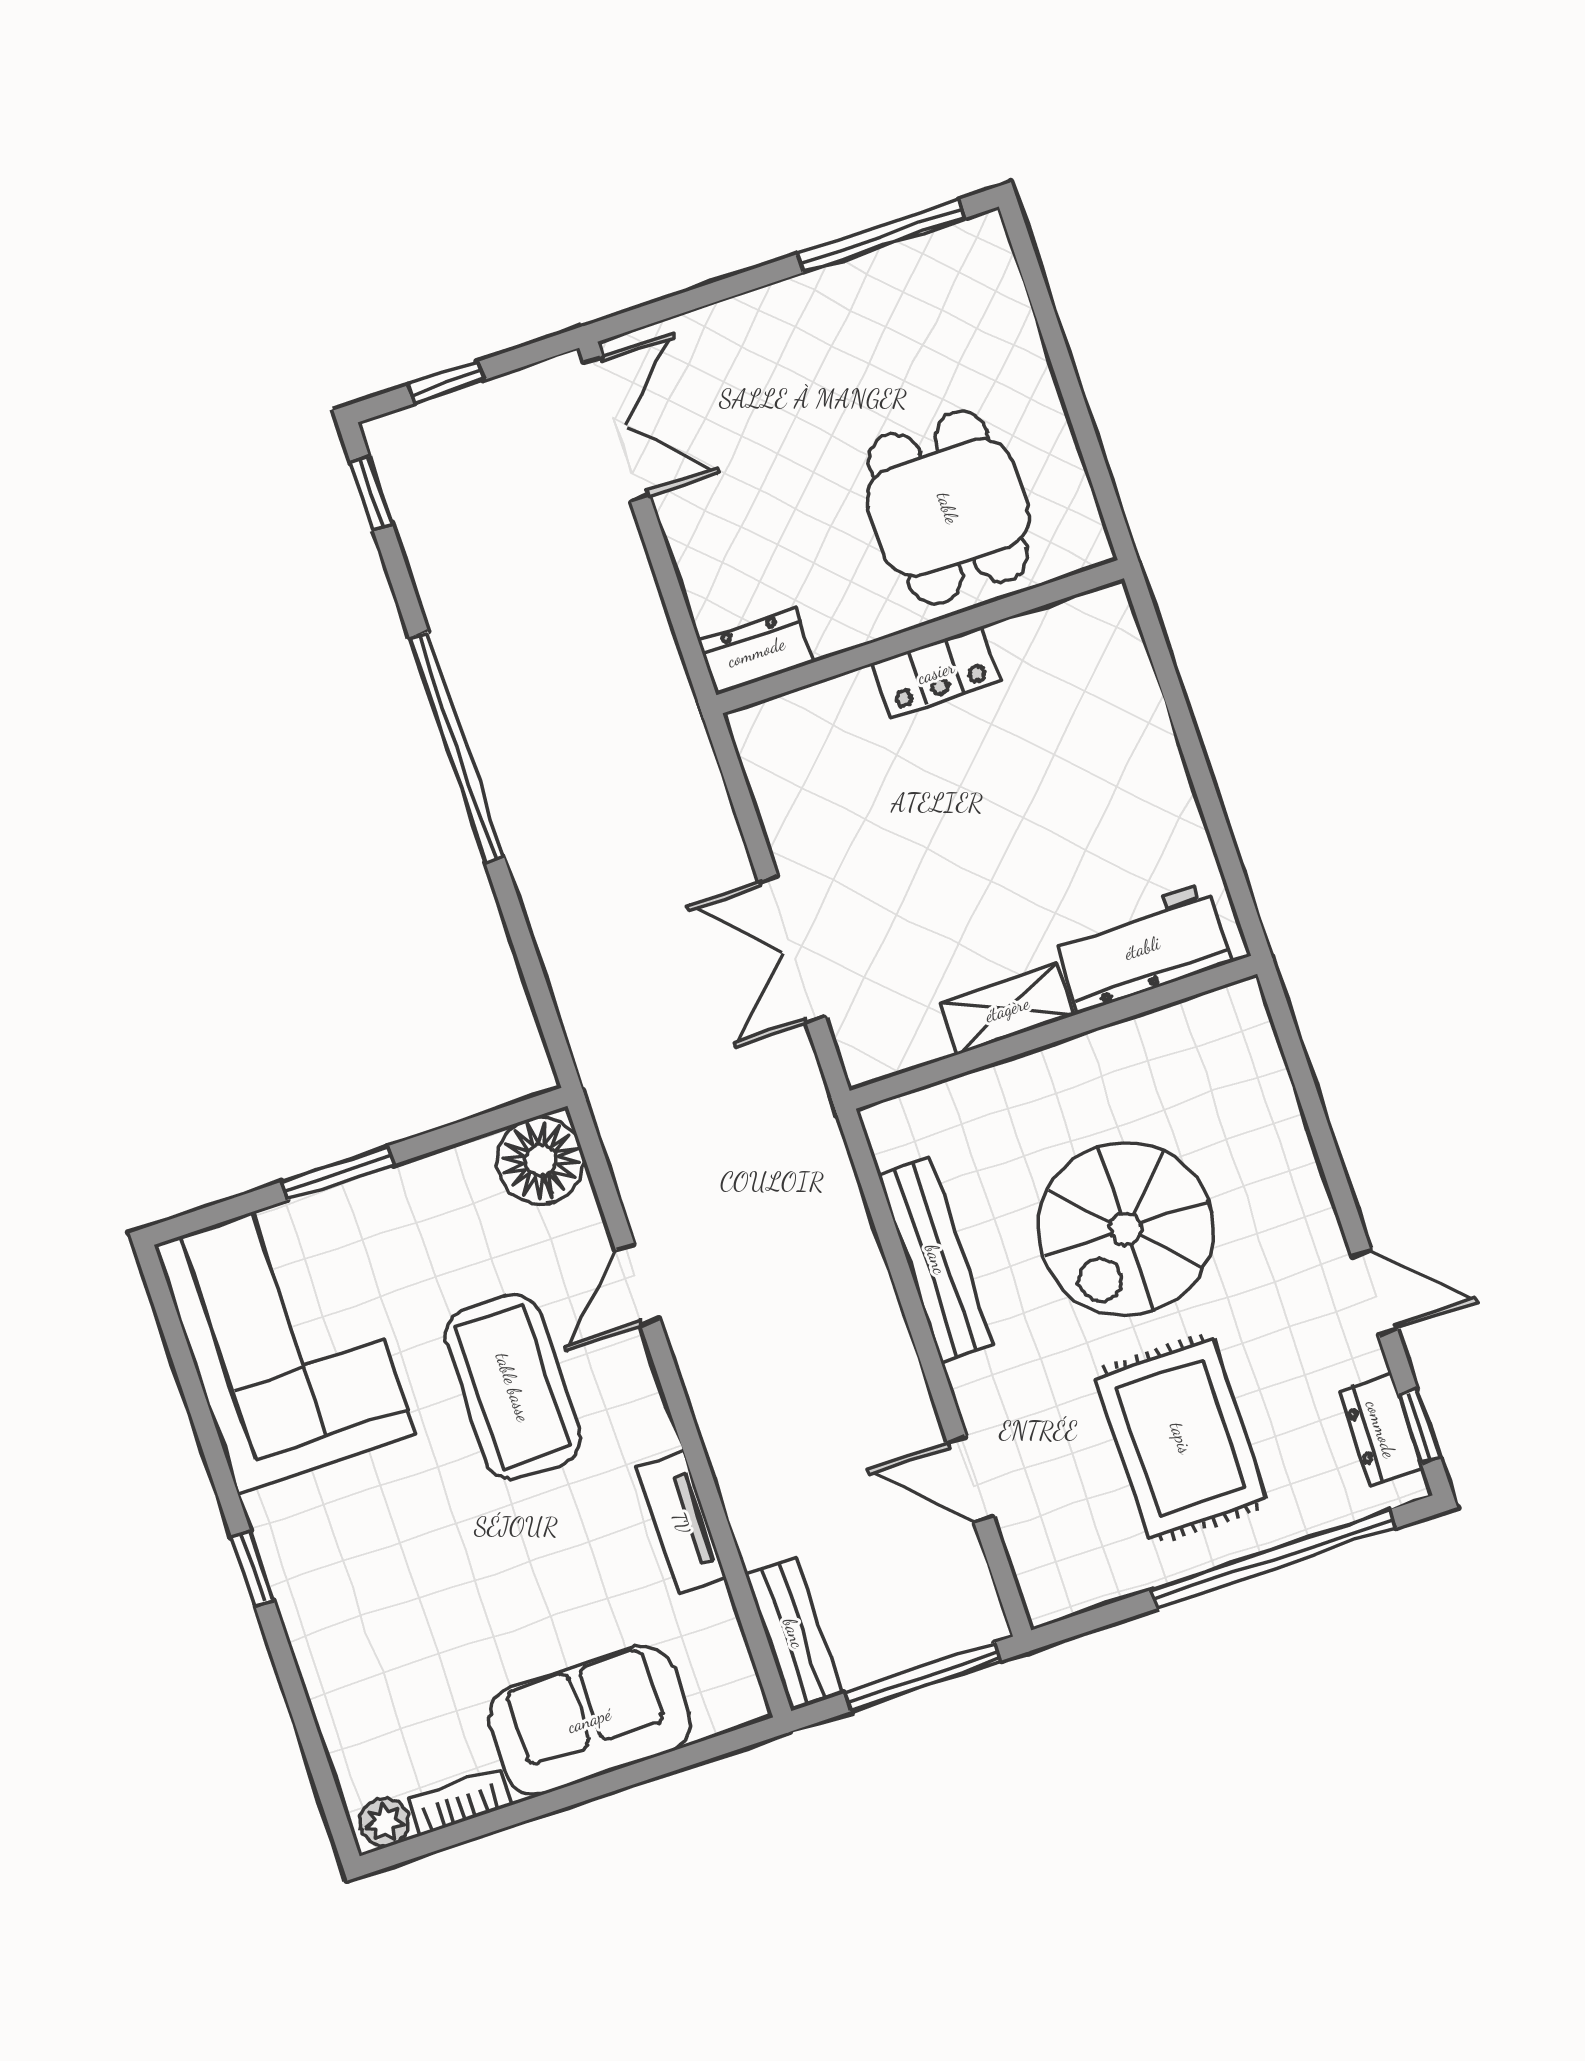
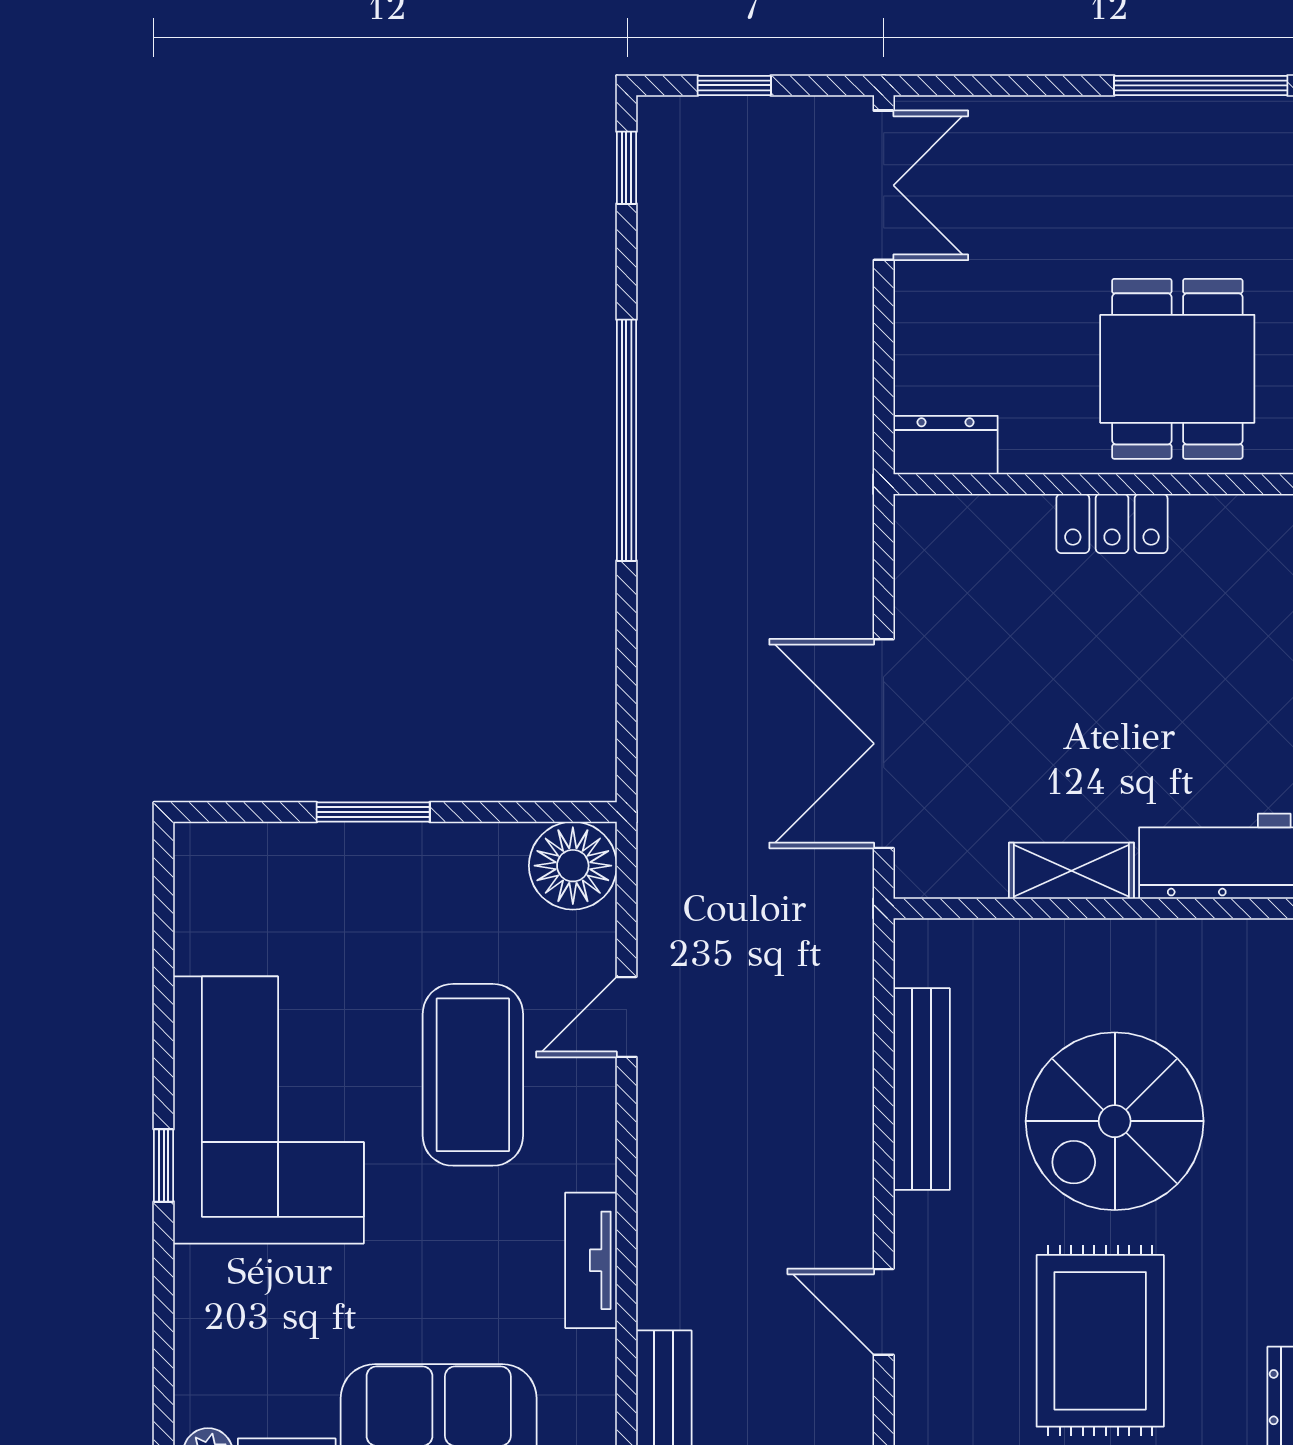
double door: (792, 949) -> (884, 744), width x1.37
corner sofa: (285, 1340) -> (269, 1110), moved

